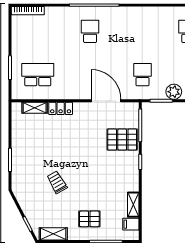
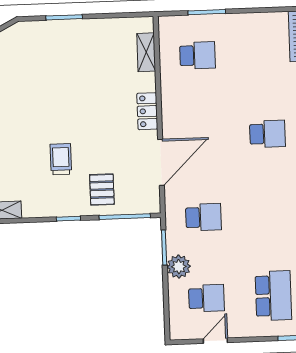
school desk: (38, 75) -> (198, 55), width x0.54
locker: (61, 108) -> (147, 111), moved
pallet: (122, 140) -> (102, 190), width x0.67, depth x0.71
trolley: (57, 182) -> (61, 159), moved, turned -60

